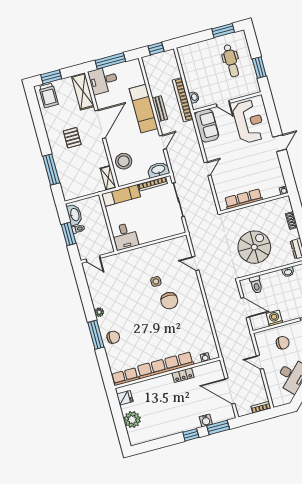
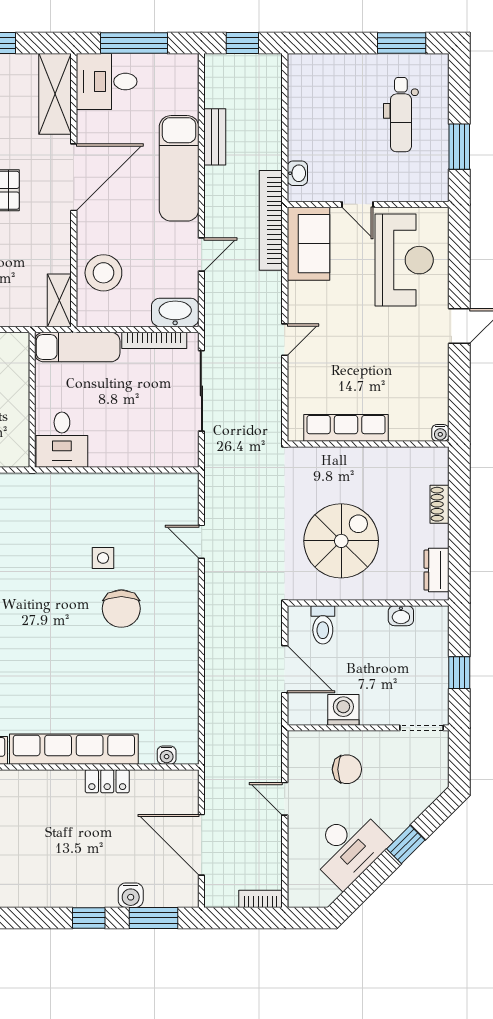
bookcase: (183, 100) -> (271, 220), moved
bench: (160, 109) -> (215, 137), moved

